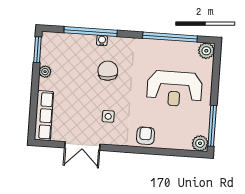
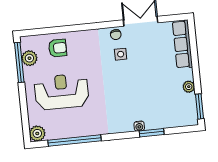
window: (91, 32) -> (152, 133), width x0.47
chair: (108, 71) -> (116, 35), moved, width x0.54, depth x0.54
armchair: (146, 136) -> (58, 48), moved, turned -90
plant: (200, 143) -> (29, 58), moved

